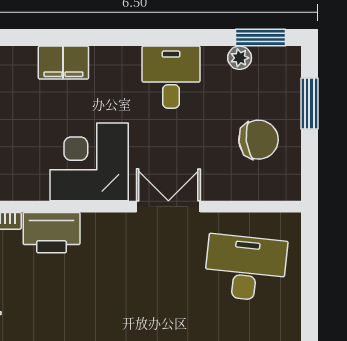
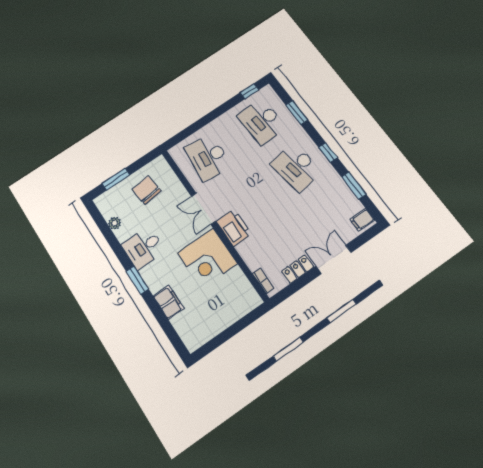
window: (261, 38) -> (137, 280), moved
printer: (52, 233) -> (234, 228), moved

